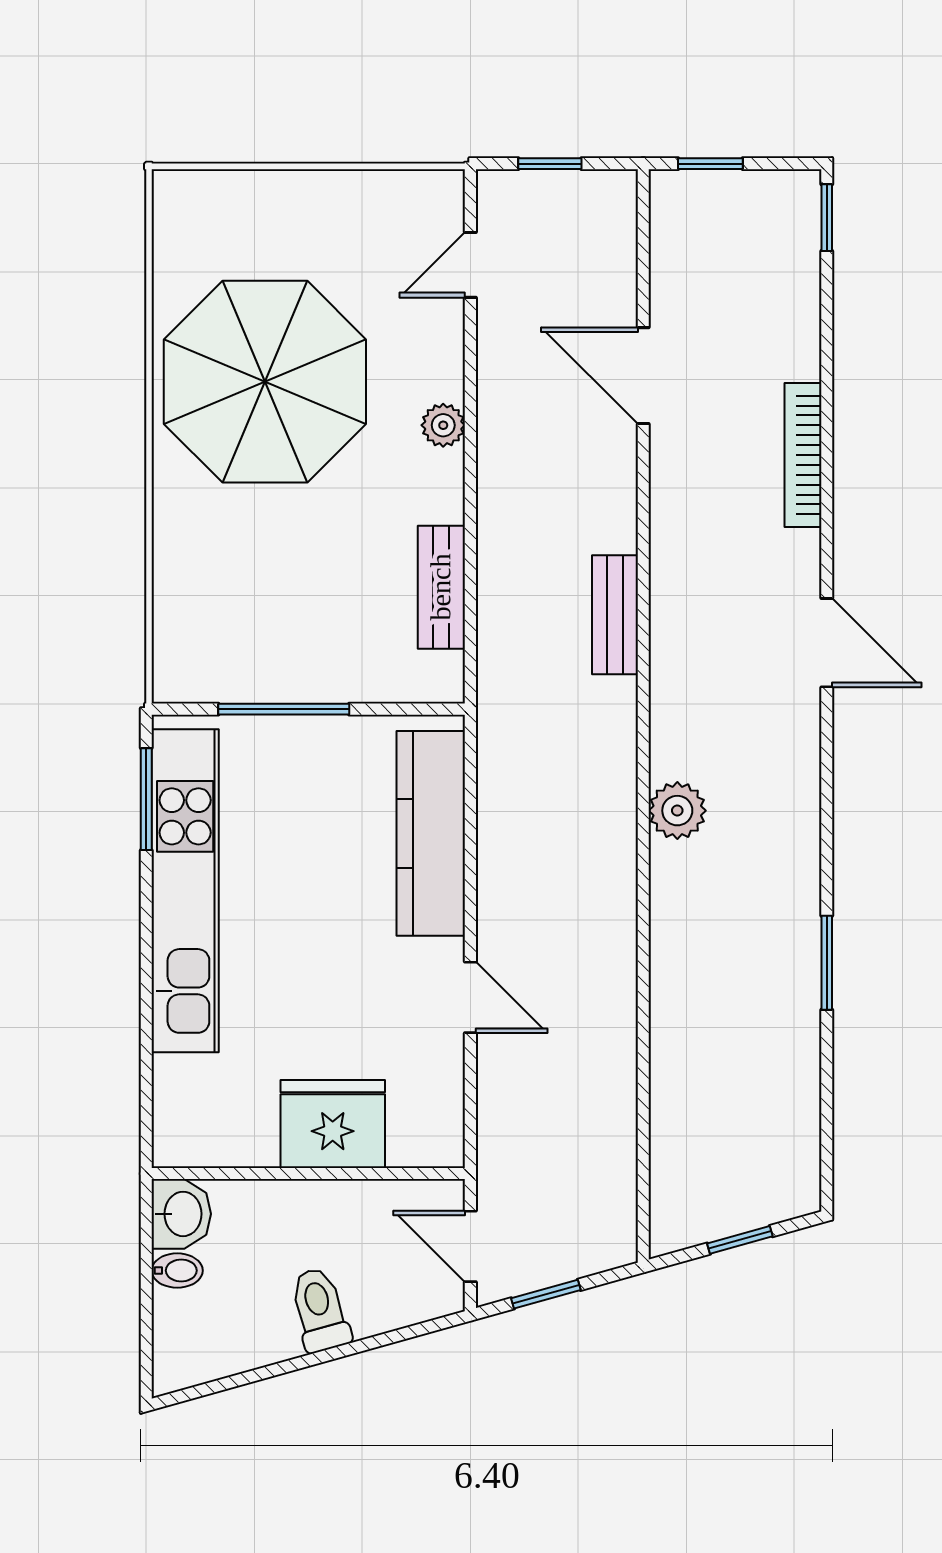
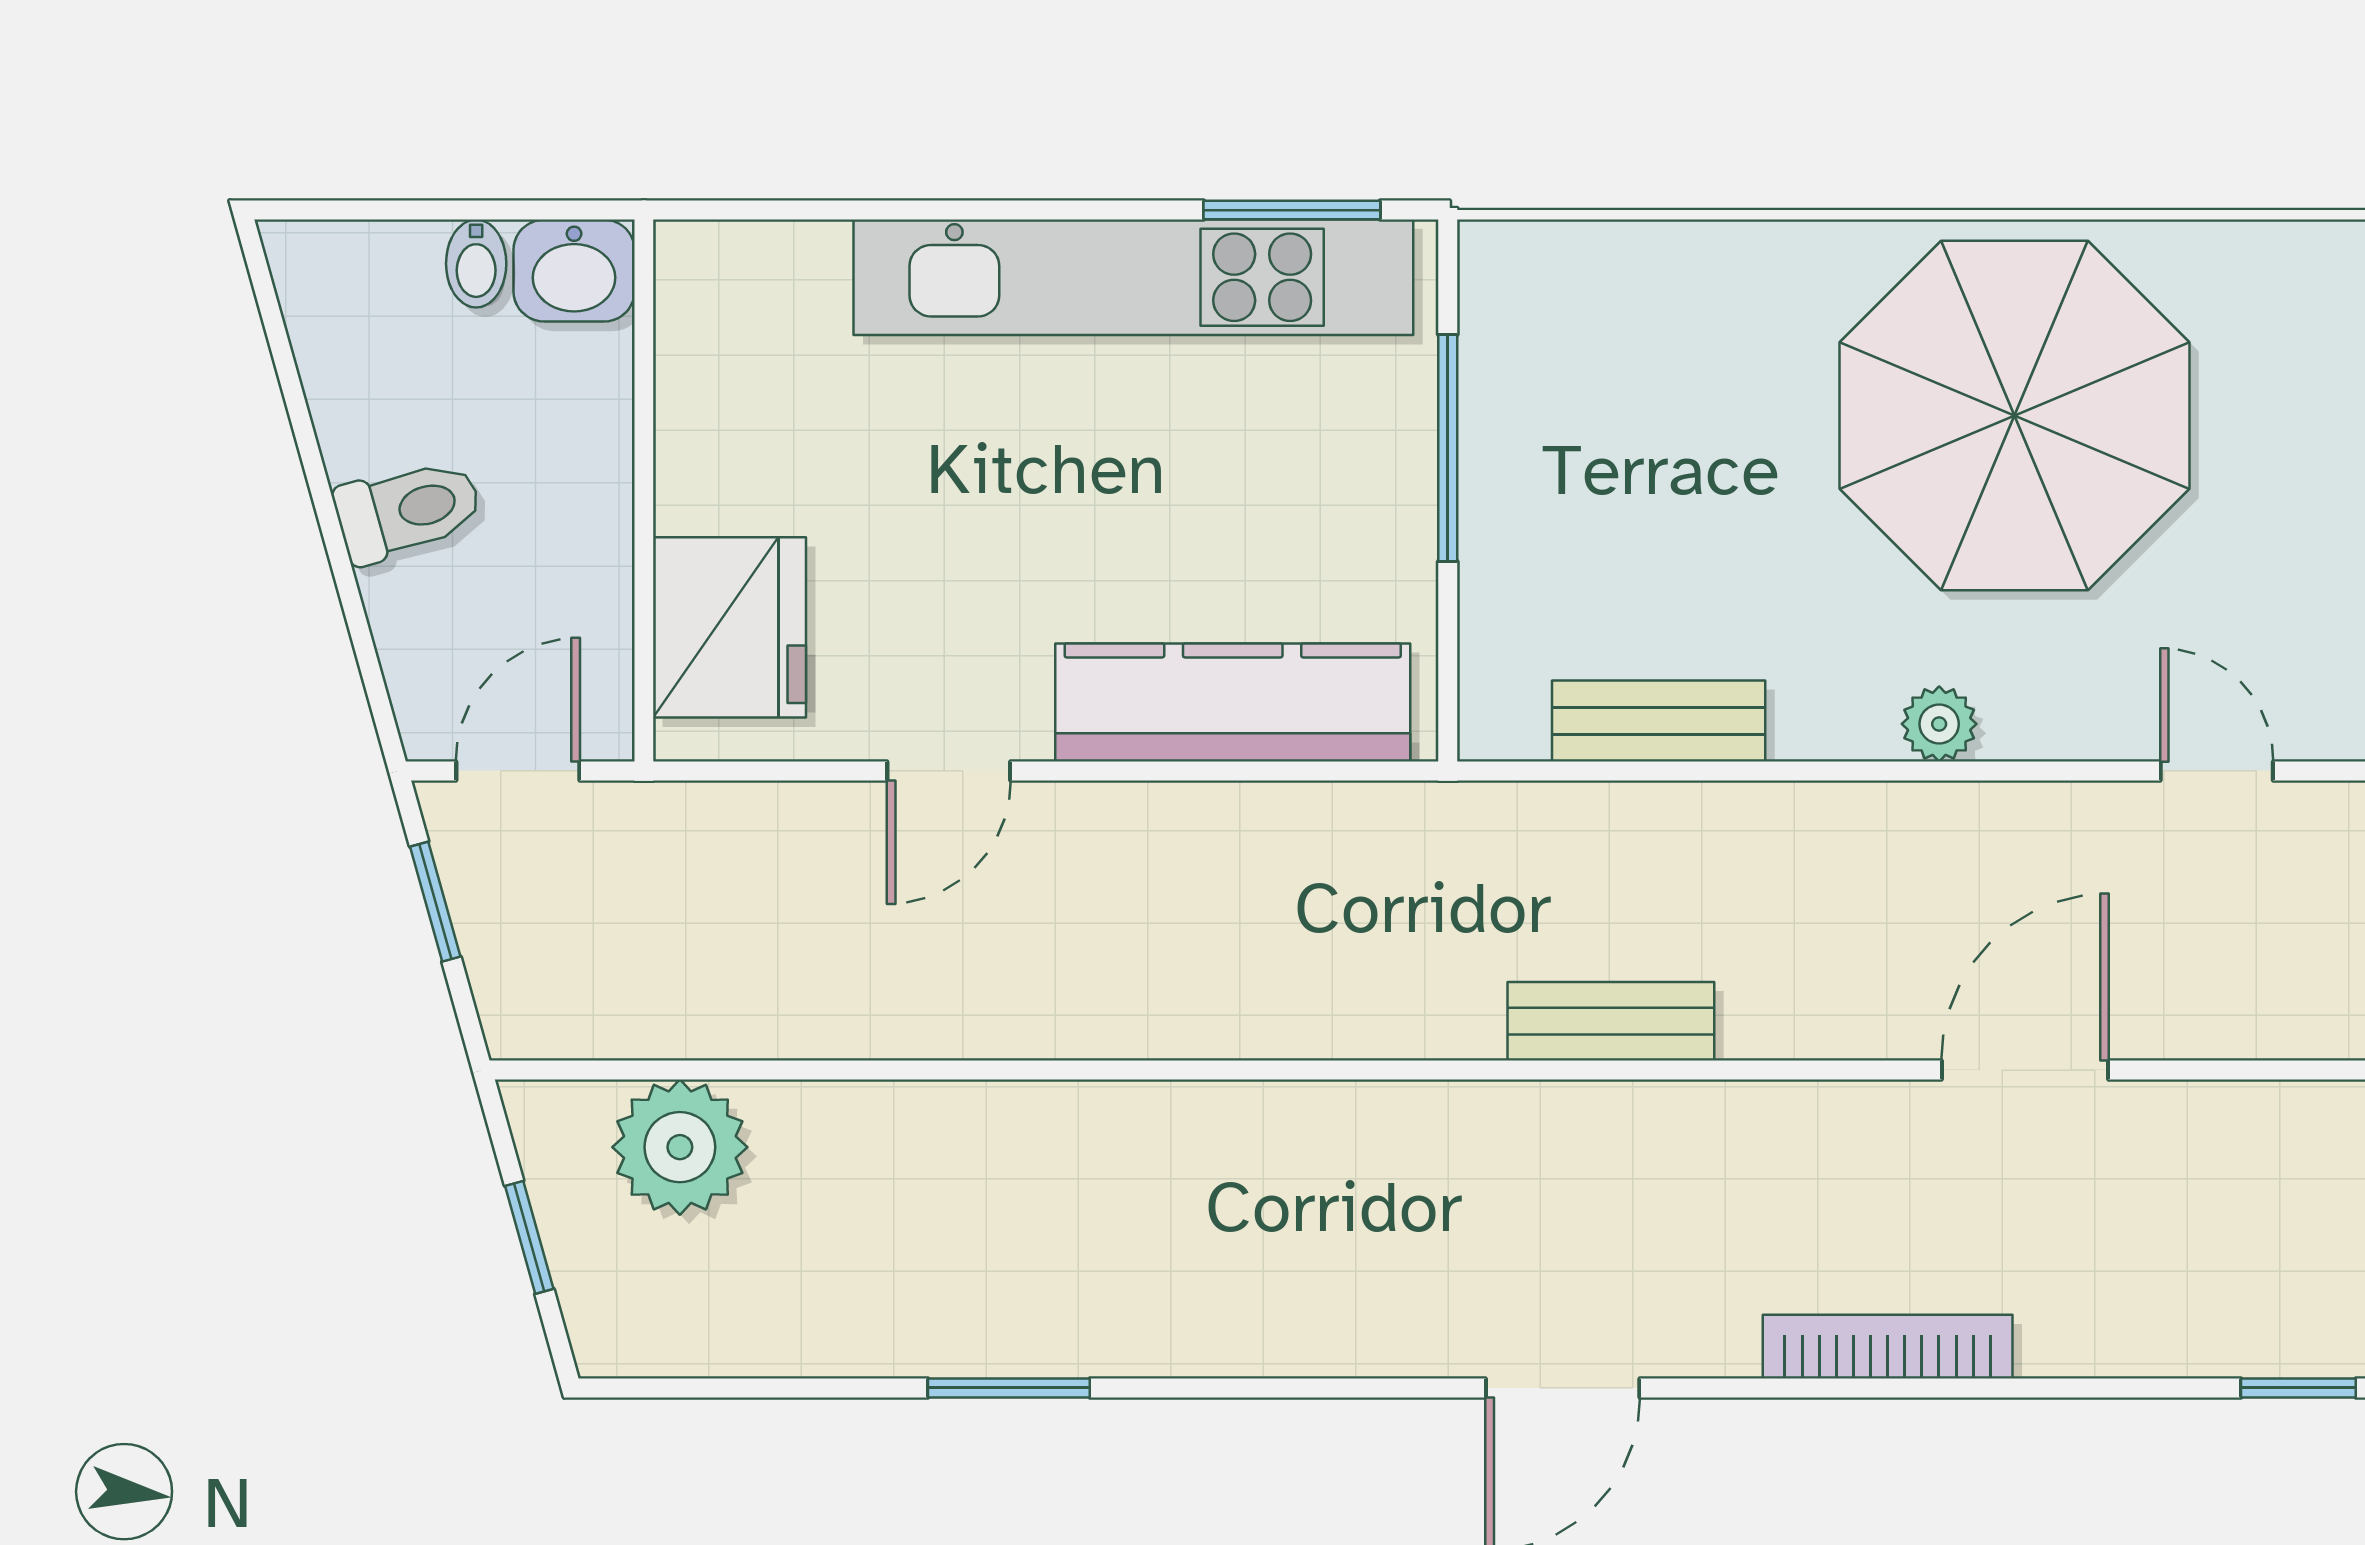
plant: (677, 811) -> (680, 1147), moved, width x1.36, depth x1.36
fridge: (333, 1124) -> (730, 627), moved

